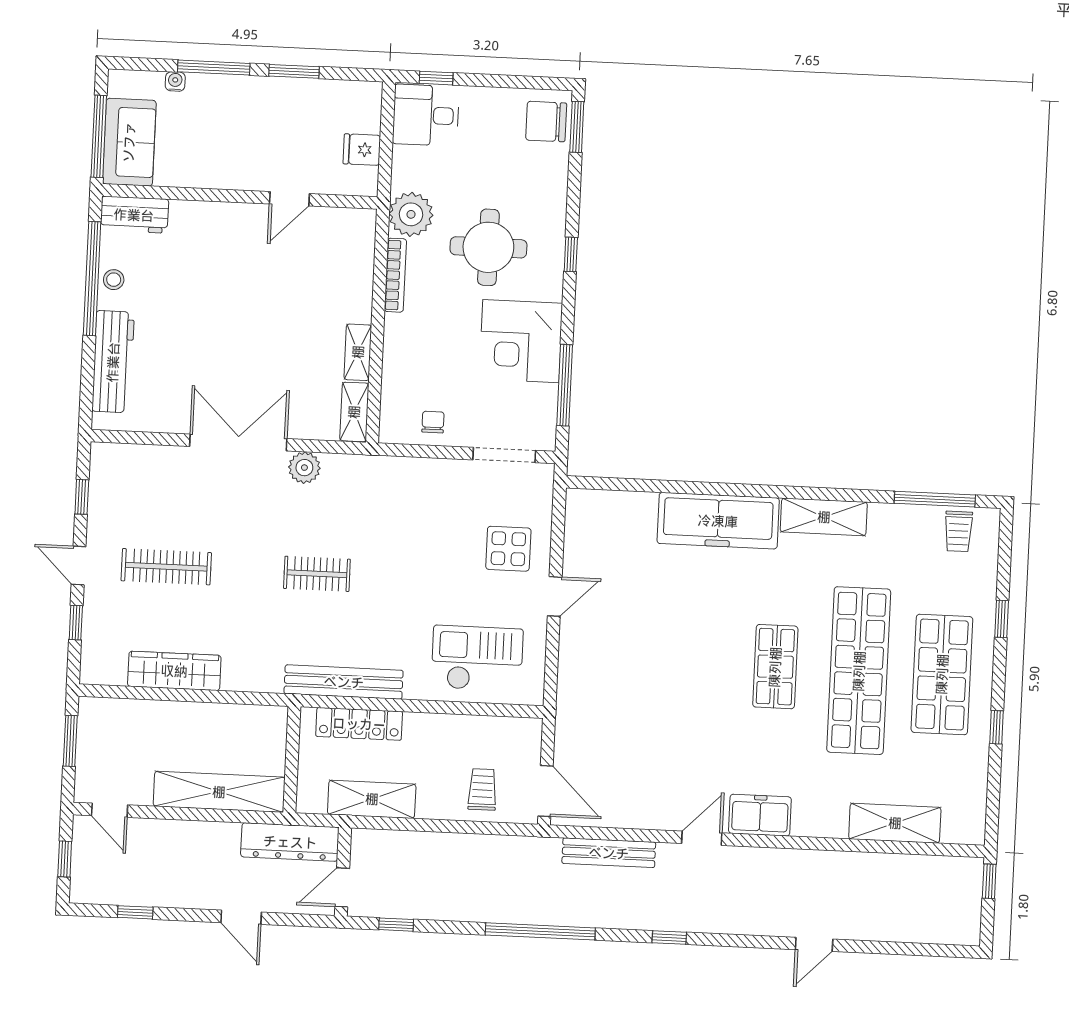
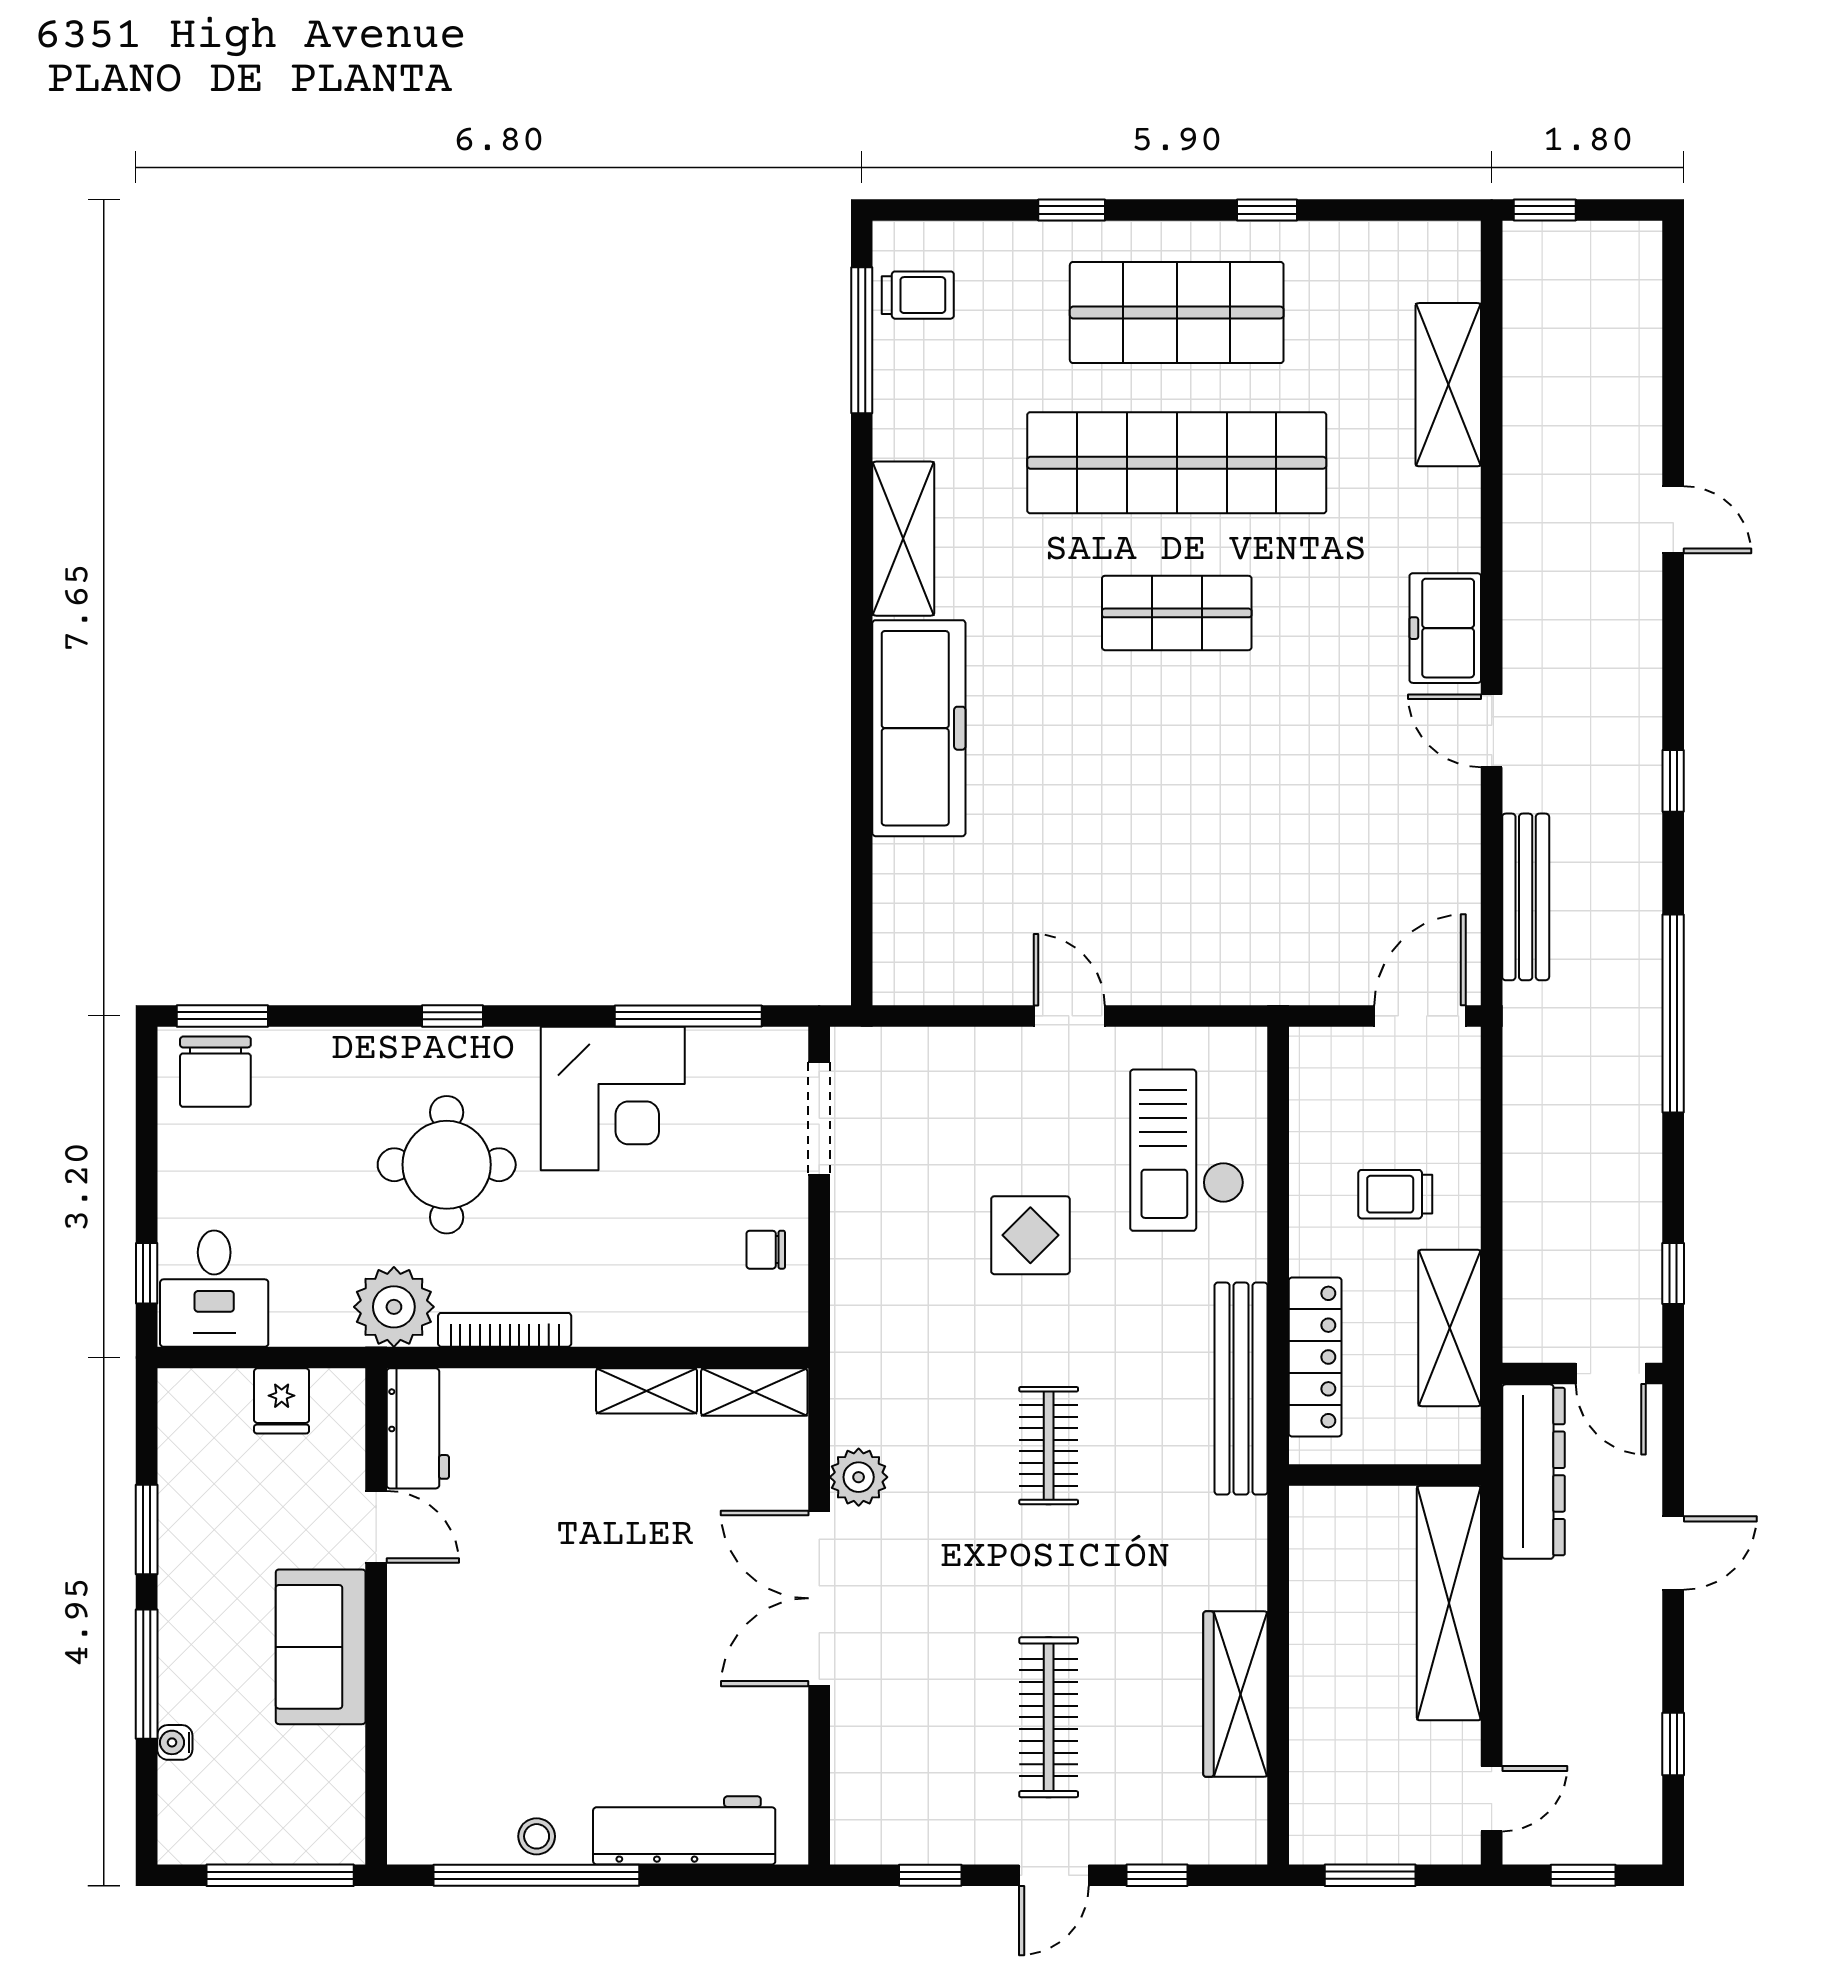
sofa: (129, 142) -> (321, 1647), moved, turned -90
workbench: (134, 215) -> (418, 1428), moved
display table: (508, 549) -> (1030, 1235), moved
trolley: (482, 789) -> (1395, 1194), moved

